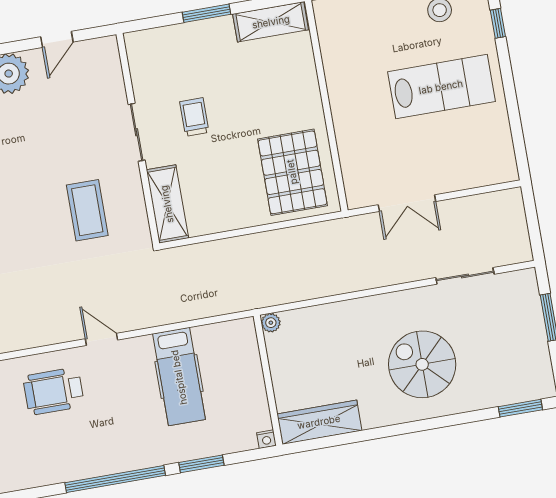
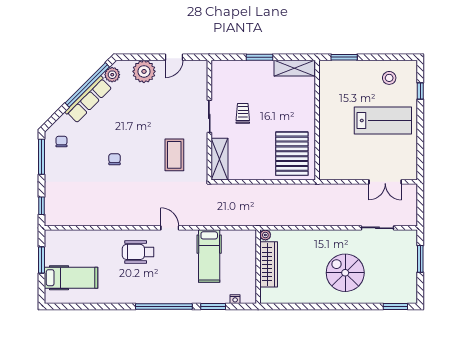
double door: (407, 203) -> (385, 182), moved
wardrobe: (319, 422) -> (269, 264), moved, turned 90
nightstand: (266, 439) -> (235, 299), moved

